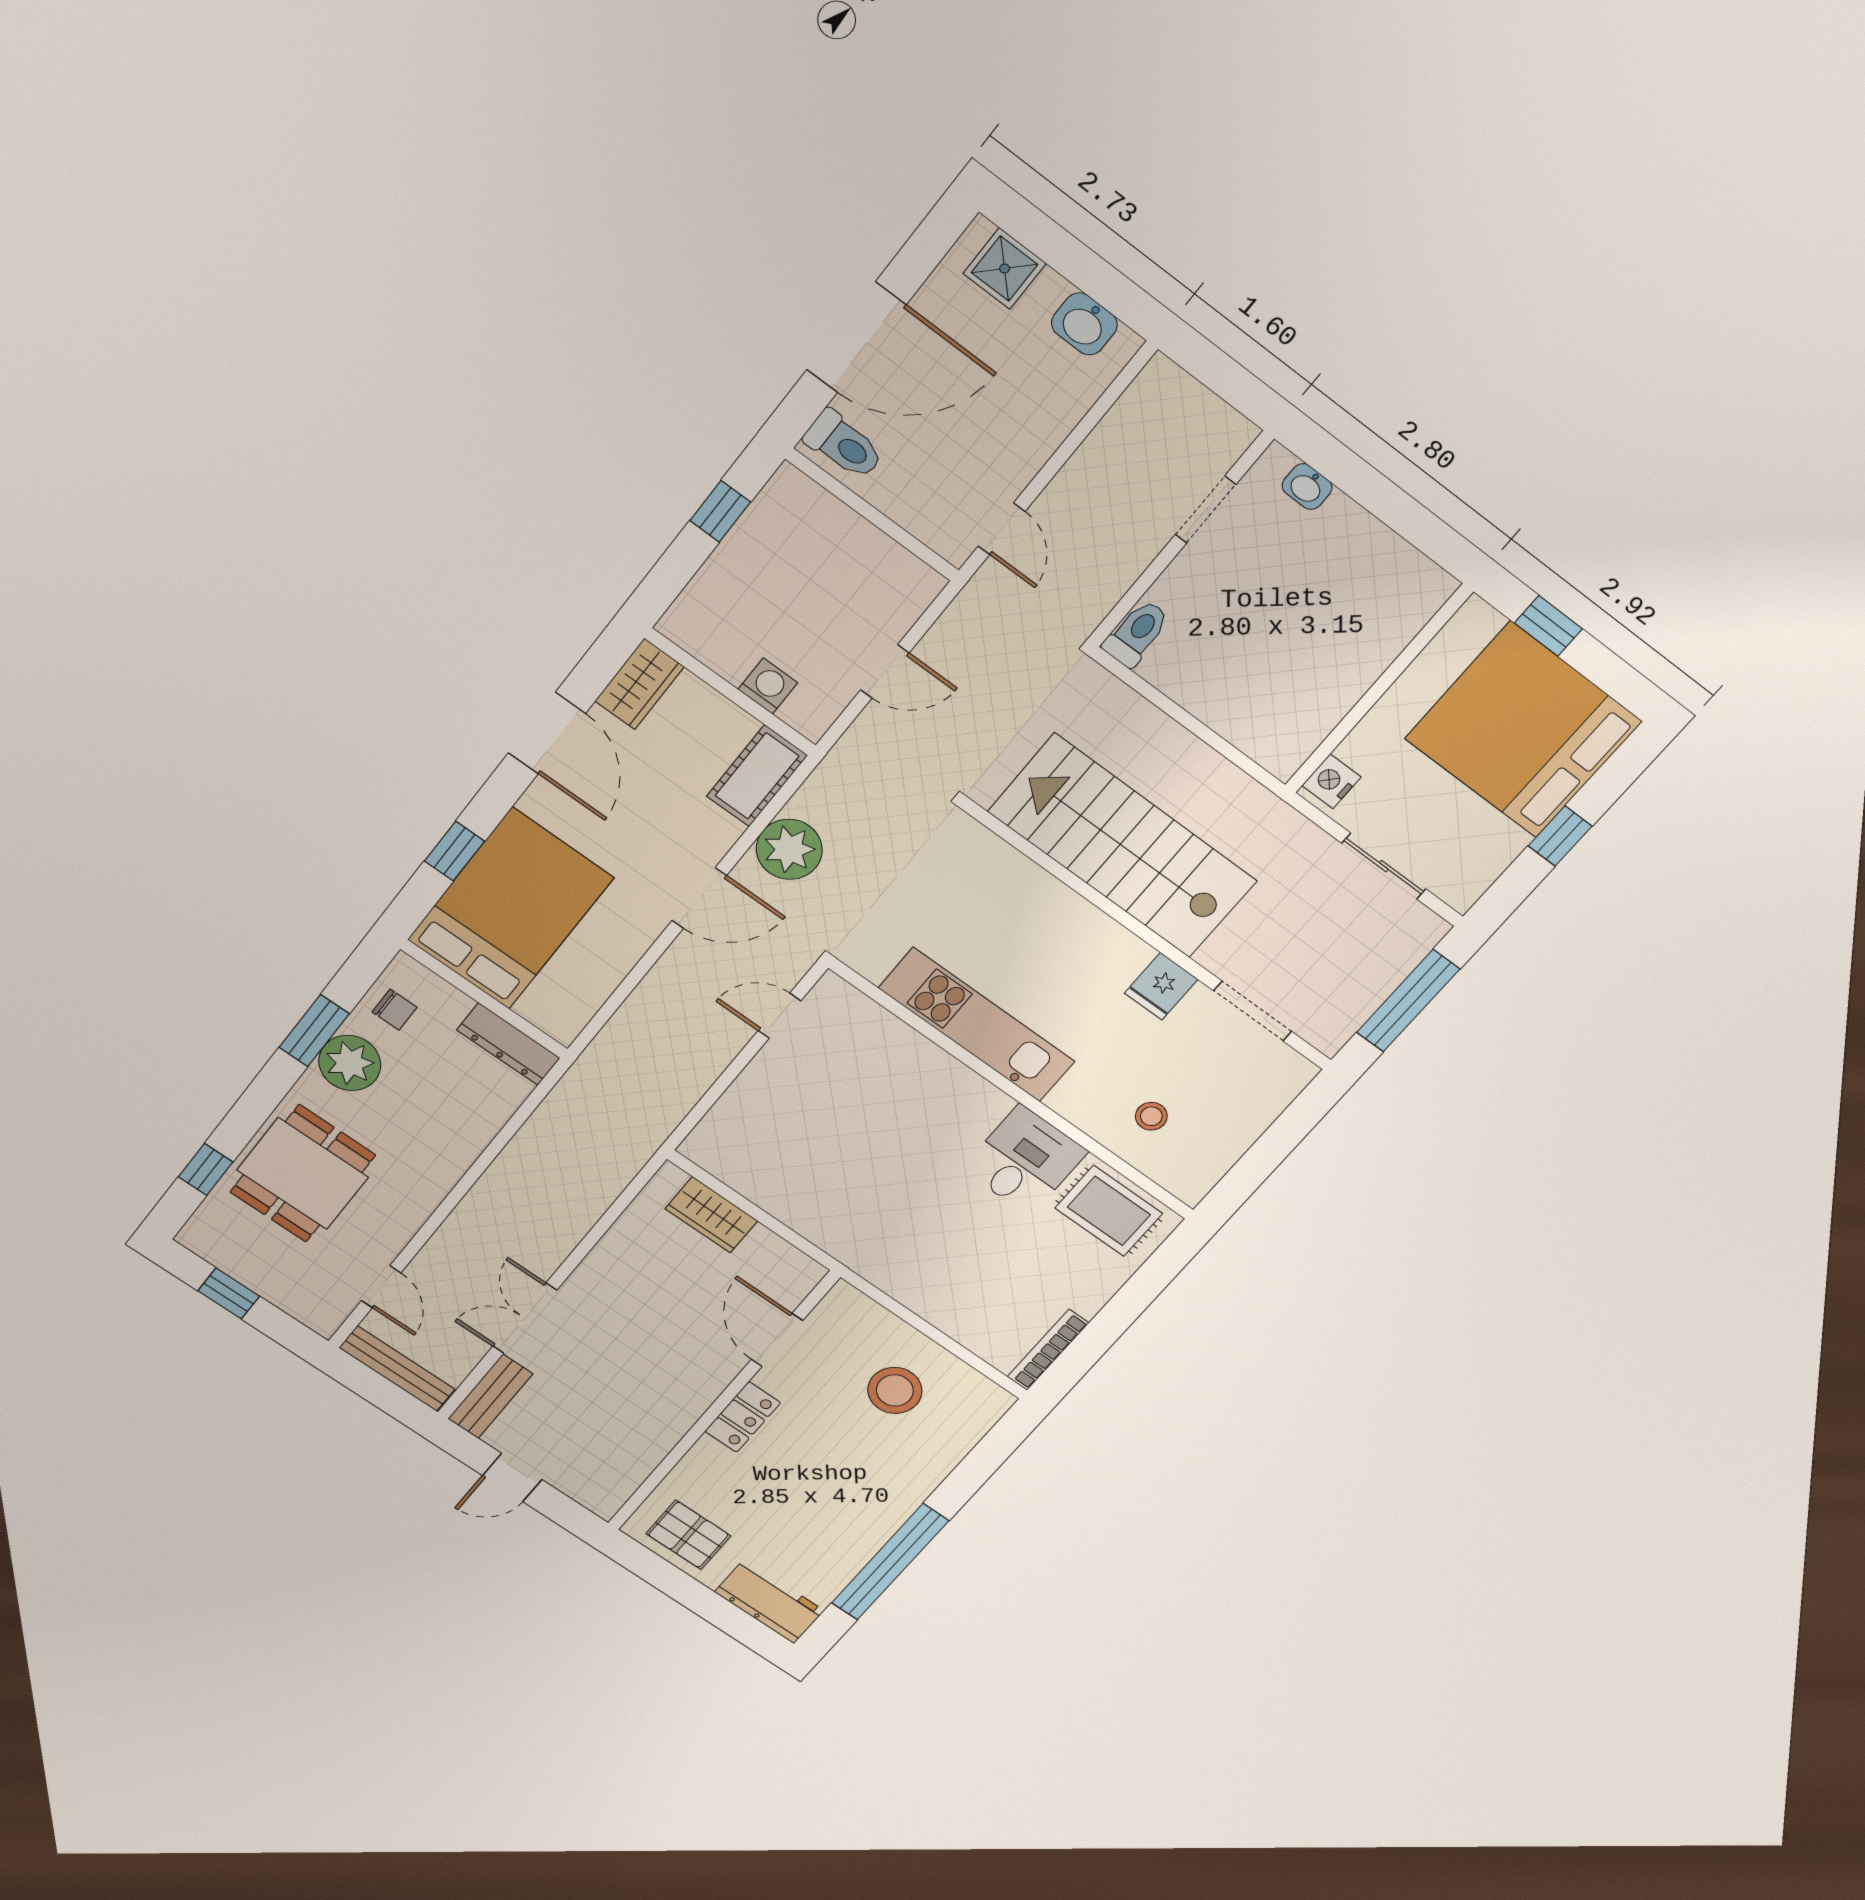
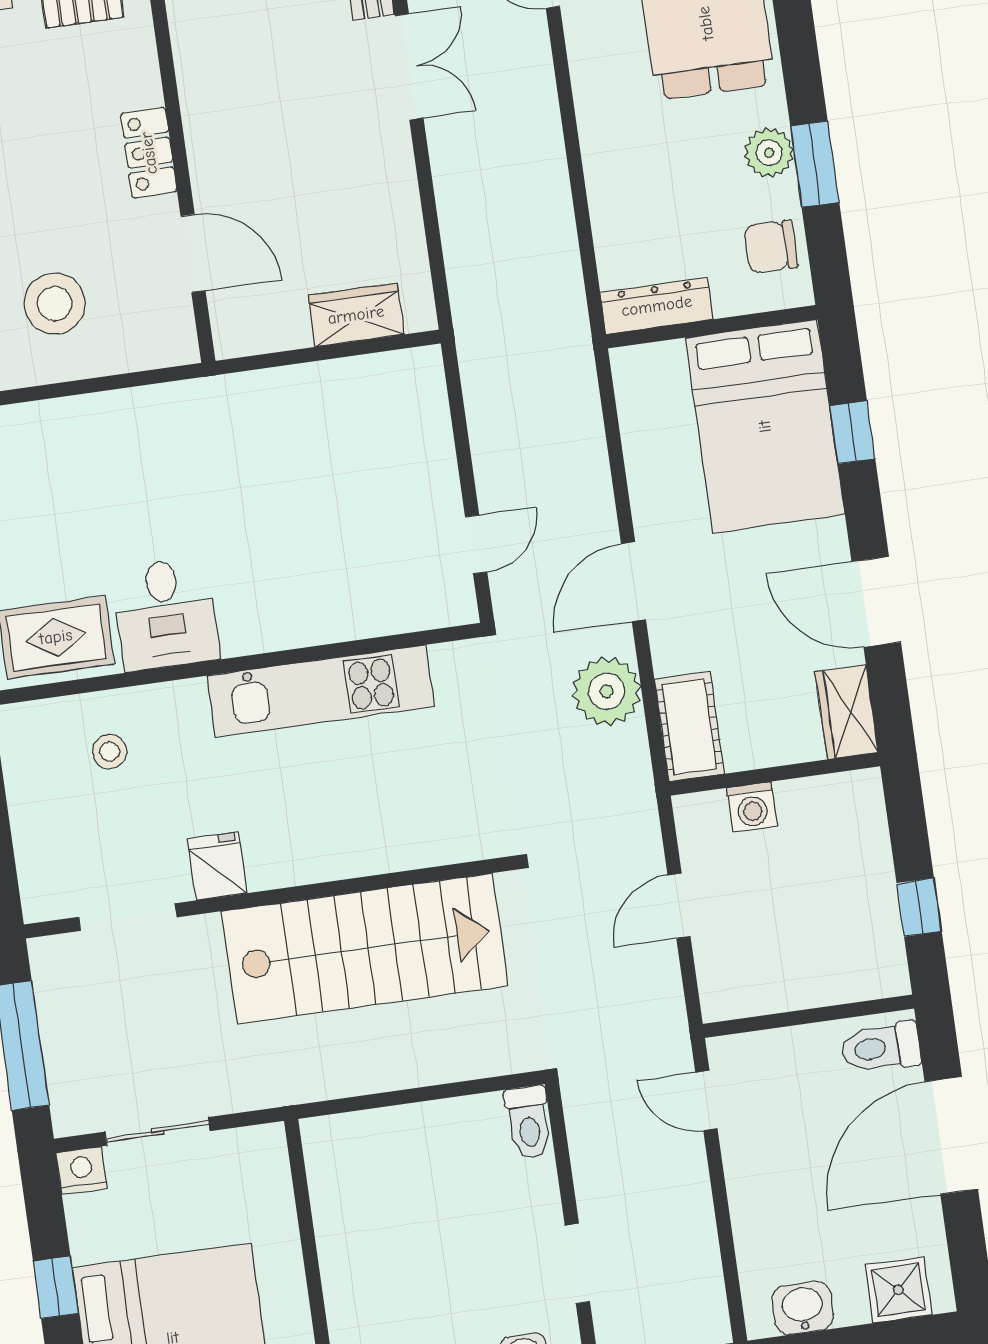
nightstand: (1331, 781) -> (82, 1171), moved, turned -90
chair: (394, 1010) -> (771, 247), width x1.37, depth x1.37
plant: (350, 1063) -> (769, 153), width x0.73, depth x0.73

